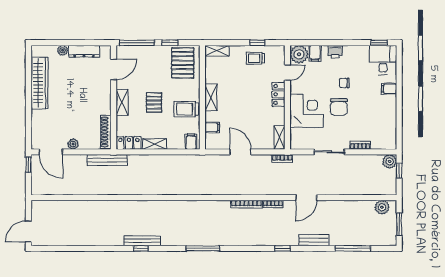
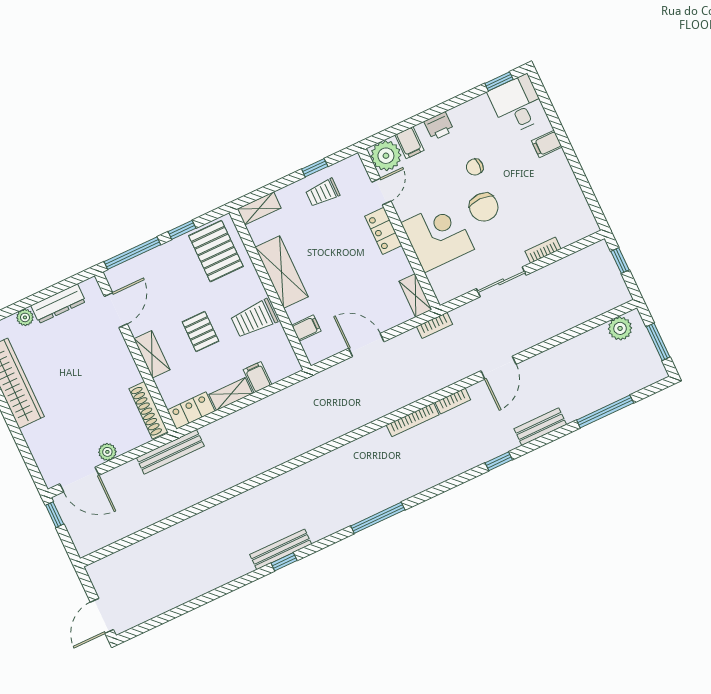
shelving: (211, 98) -> (282, 272), width x1.50, depth x1.33
filing cabinet: (191, 142) -> (258, 377), moved
plant: (390, 161) -> (599, 254), removed

